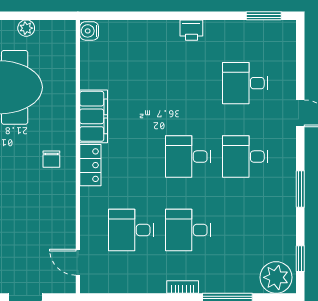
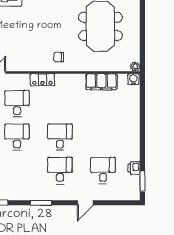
plant: (26, 28) -> (135, 66), moved
printer: (191, 30) -> (134, 168), moved
filing cabinet: (94, 116) -> (101, 82), moved
locker: (90, 165) -> (42, 80), moved

